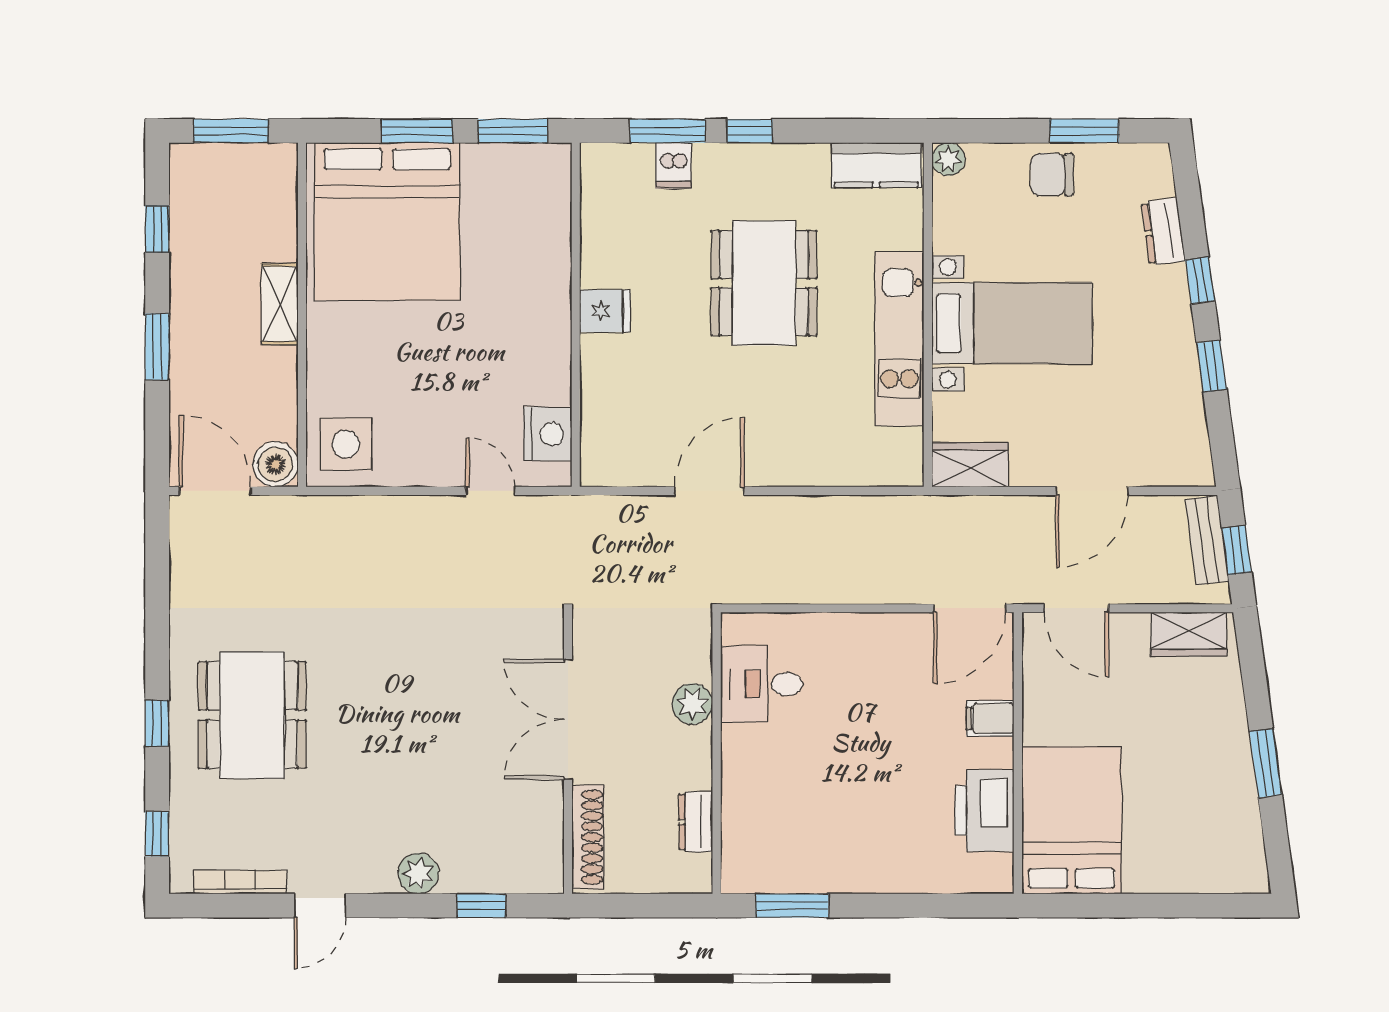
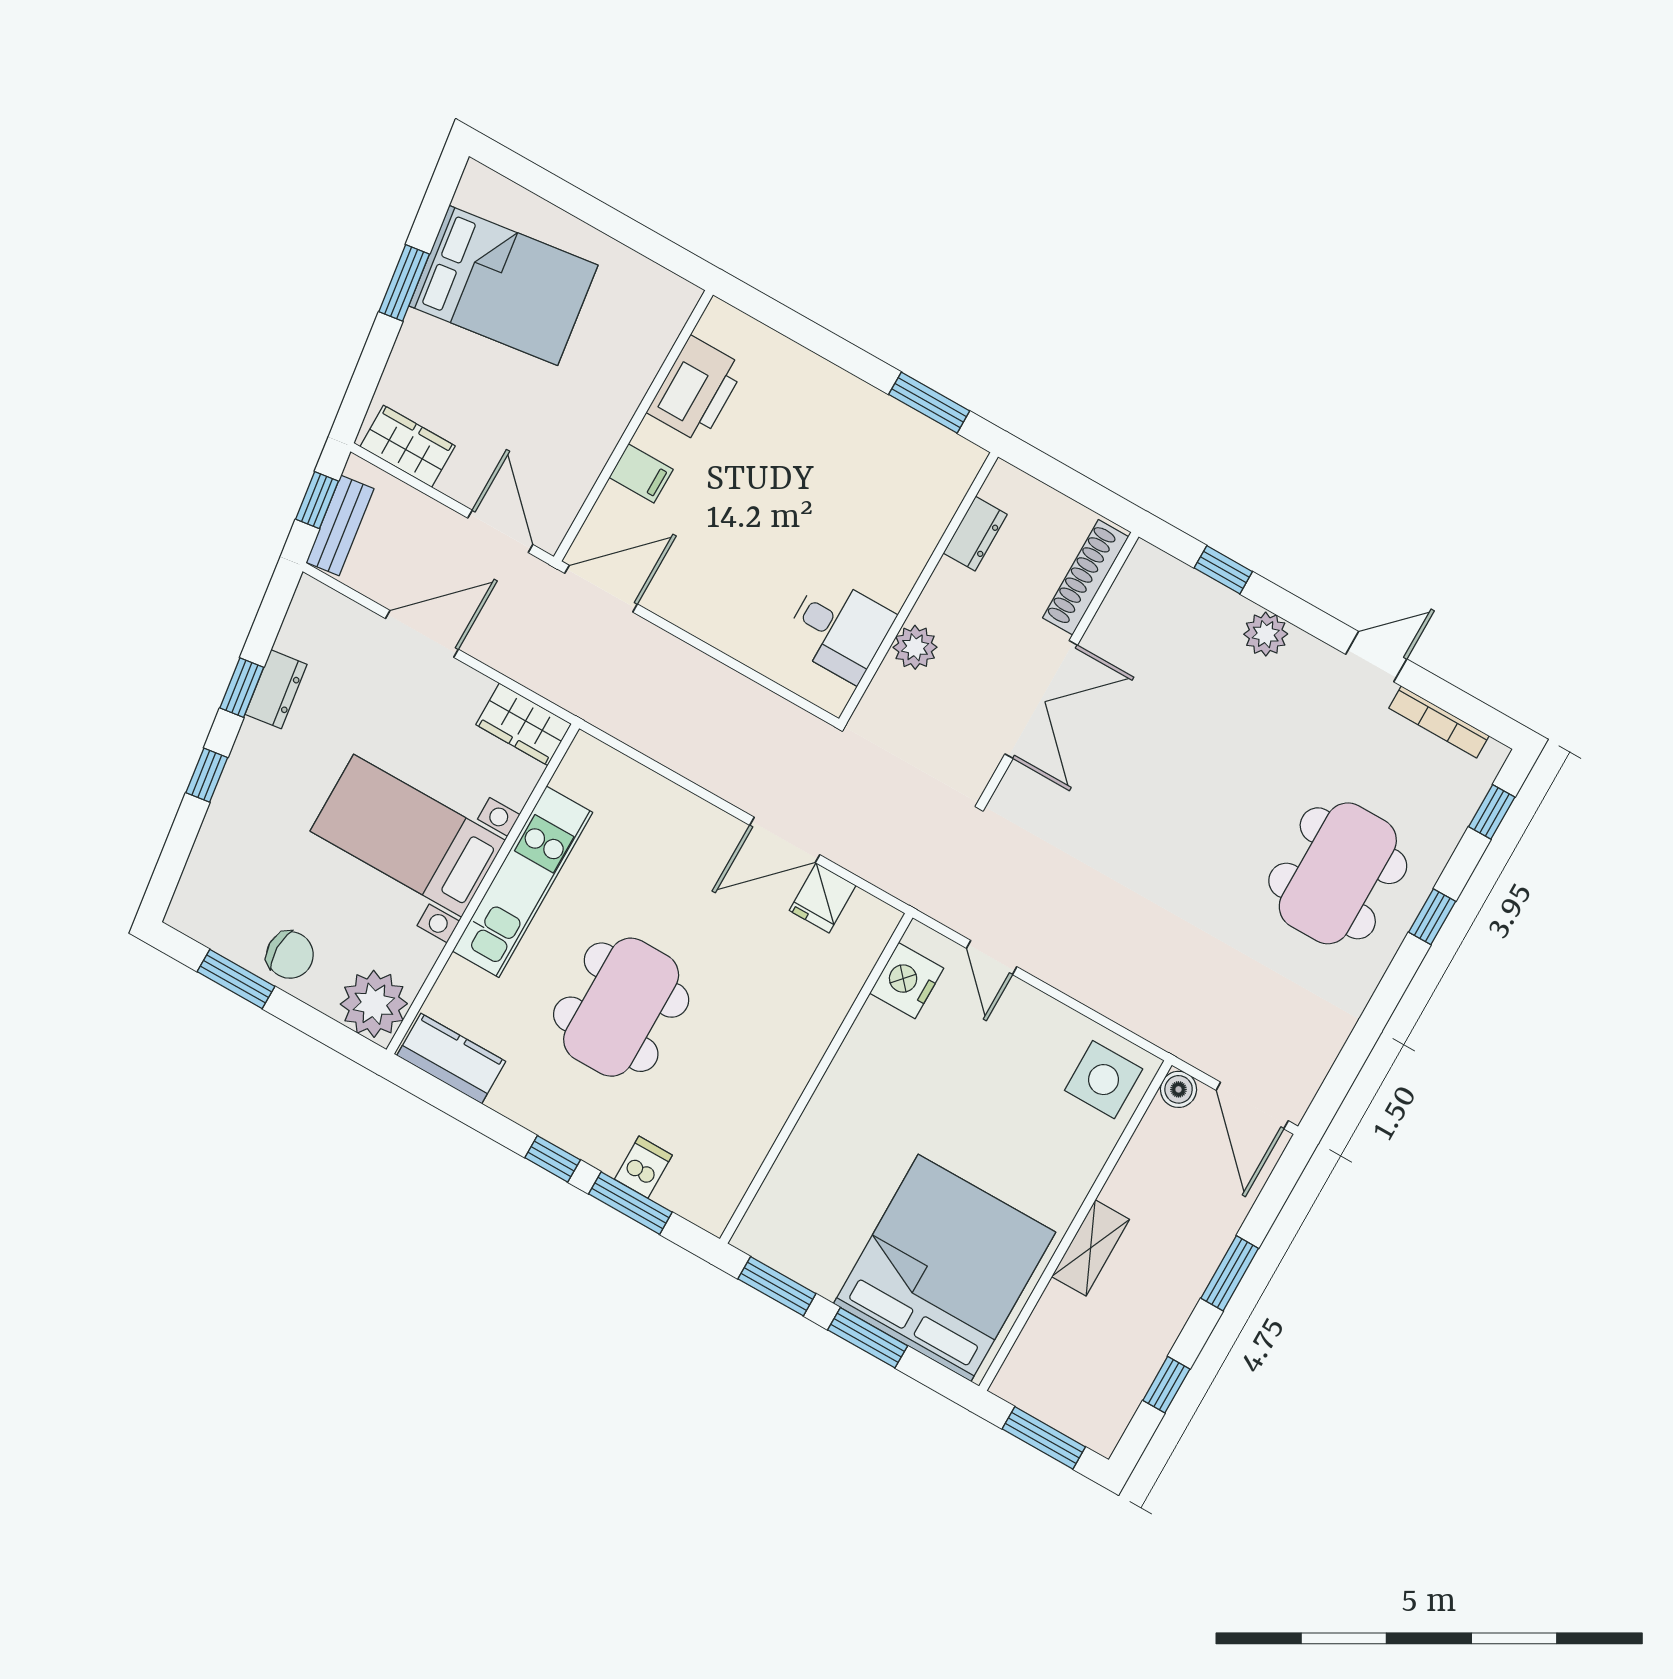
plant: (948, 159) -> (374, 1004), width x1.87, depth x1.87
dresser: (1163, 232) -> (276, 689), moved
fridge: (605, 311) -> (823, 898), moved, turned -90
boiler: (275, 464) -> (1179, 1089), width x0.73, depth x0.73
bed: (1072, 820) -> (503, 285), moved, turned -98

